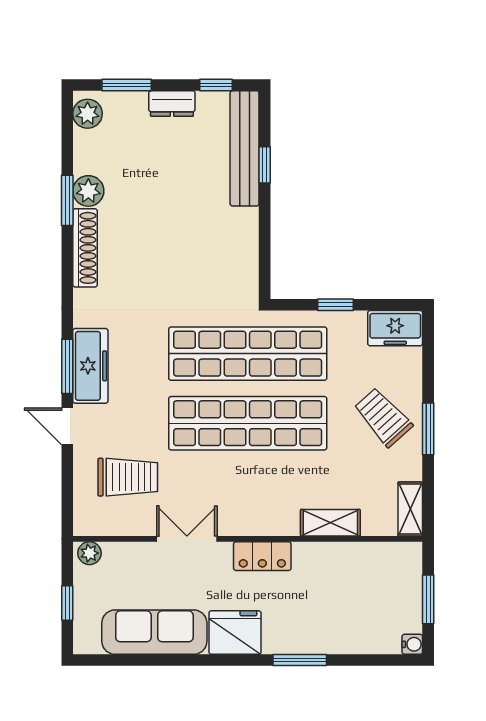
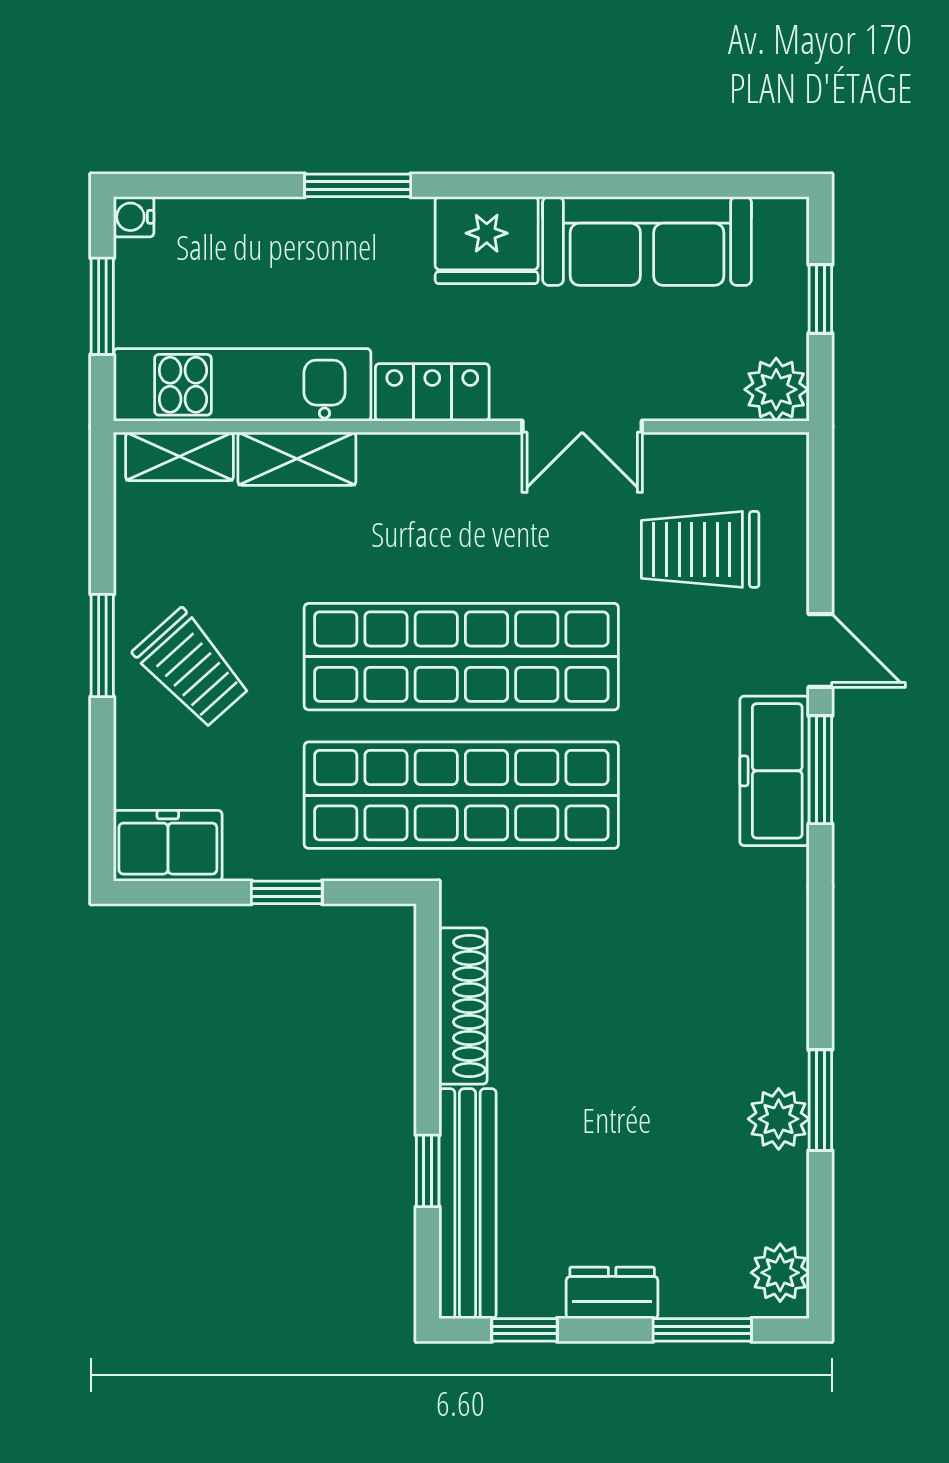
shoe rack: (85, 248) -> (463, 1006), moved, turned 180
shelving: (410, 509) -> (179, 456), moved, turned 90
plant: (89, 553) -> (776, 389), width x1.38, depth x1.38
kitchen unit: (358, 560) -> (242, 385), added

